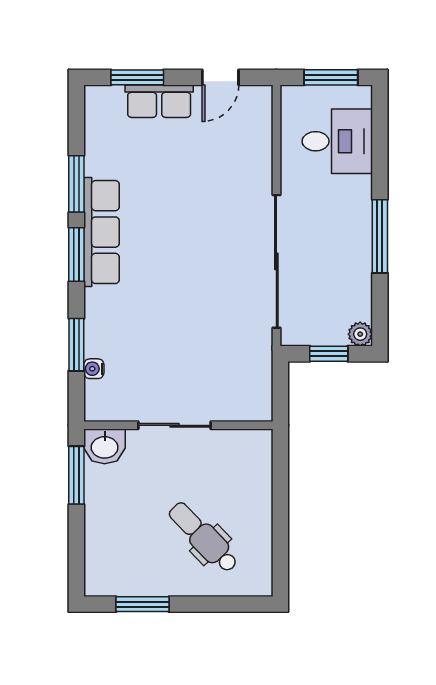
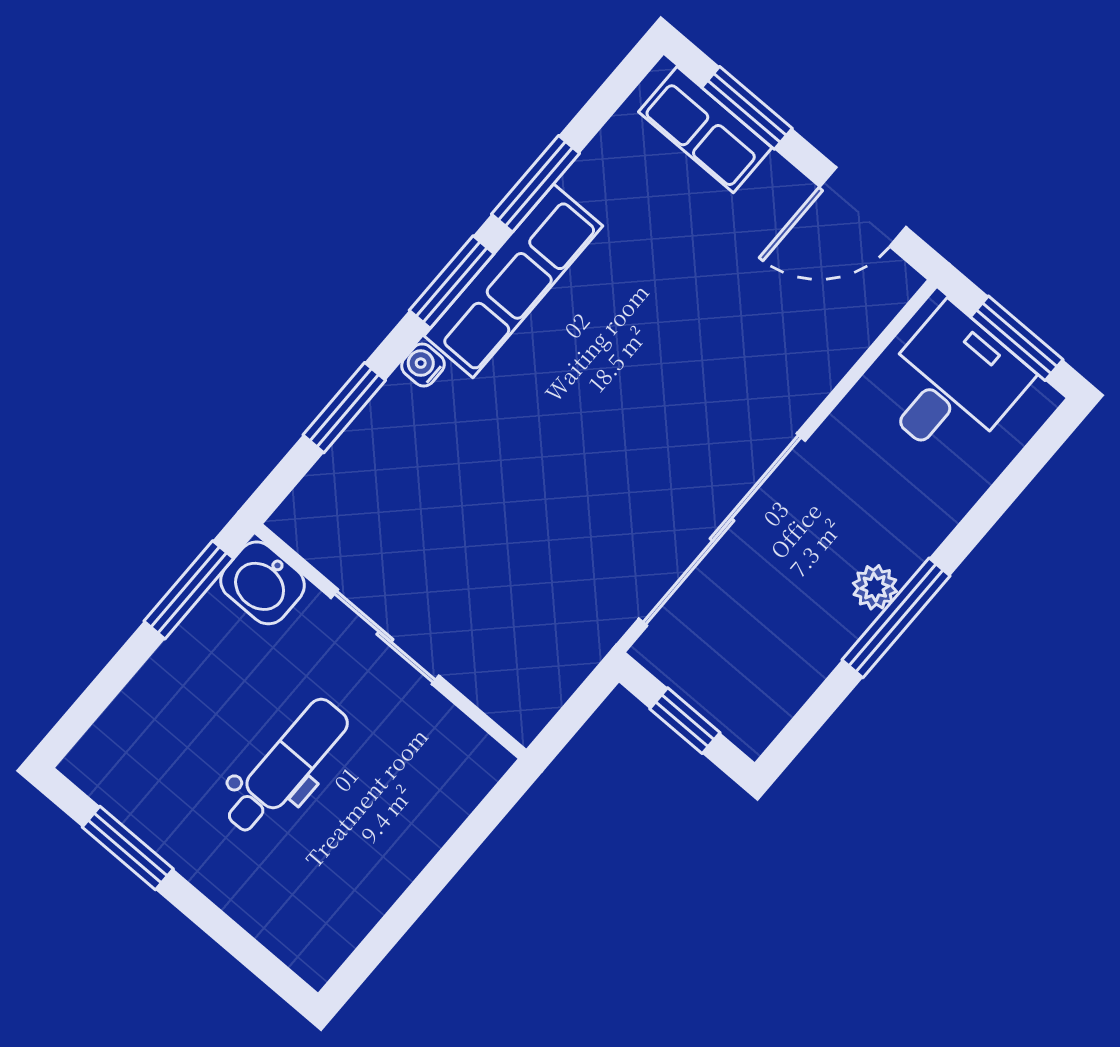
door: (220, 77) -> (863, 207), width x1.38
row of seats: (159, 101) -> (705, 130), moved
desk: (337, 141) -> (951, 385), moved, turned -90
plant: (360, 334) -> (875, 587), moved
water cooler: (94, 369) -> (423, 365), moved
dental chair: (203, 537) -> (286, 766), moved, turned 44

